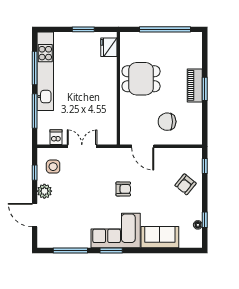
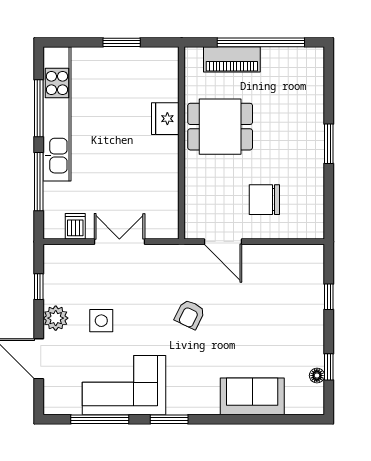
fridge: (109, 47) -> (165, 119), moved
piano: (195, 85) -> (232, 59), moved, turned -90
window: (205, 166) -> (329, 297), moved
side table: (53, 167) -> (101, 321), moved
armchair: (185, 184) -> (296, 306), removed
armchair: (123, 189) -> (190, 314), turned 116
corner sofa: (116, 231) -> (124, 385), moved

